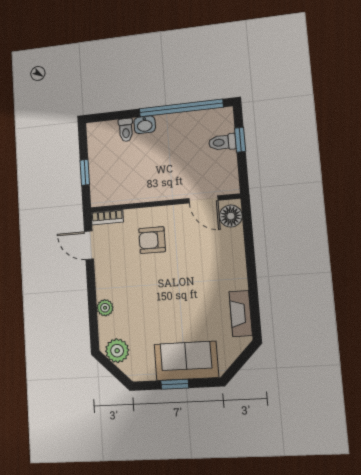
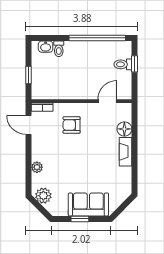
washbasin: (145, 125) -> (46, 47), moved
door: (203, 199) -> (107, 101), swing flipped
floor lamp: (231, 216) -> (124, 129), moved
fireplace: (241, 314) -> (126, 152), moved

